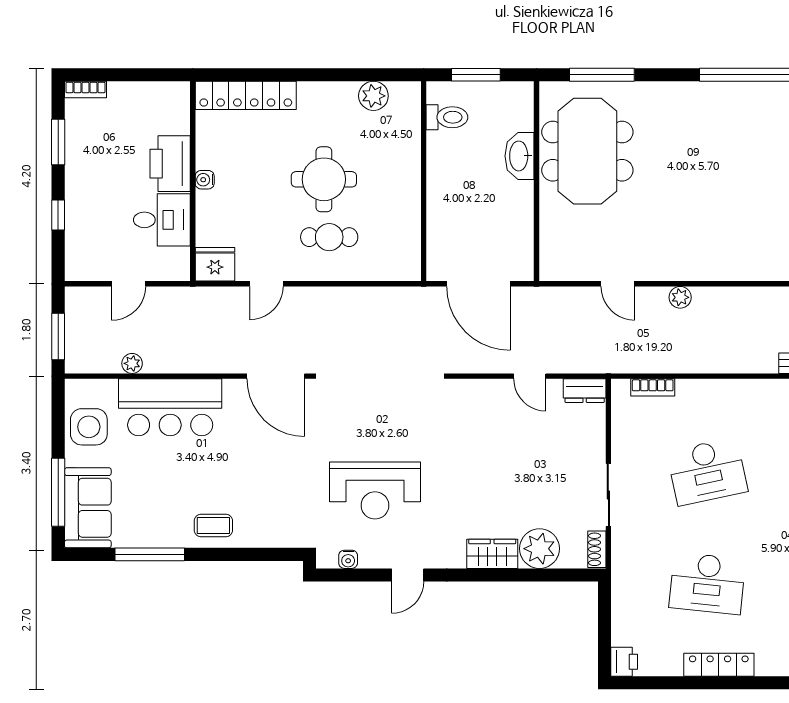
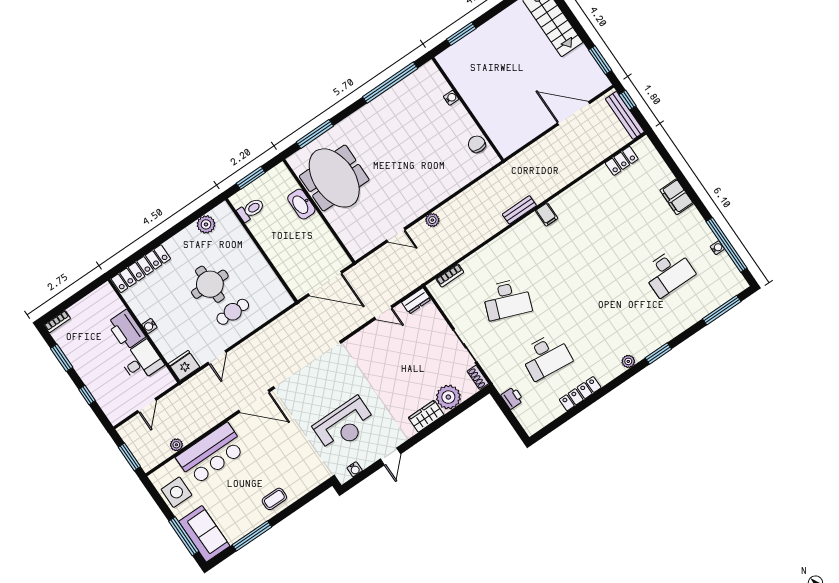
desk: (707, 472) -> (507, 299), turned 33
printer: (624, 662) -> (512, 398), moved

